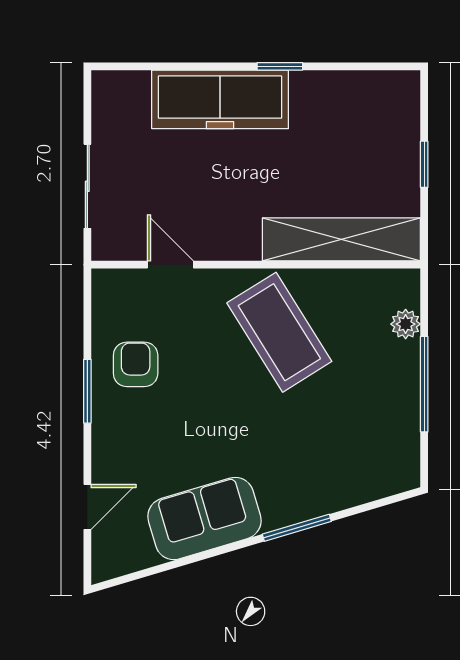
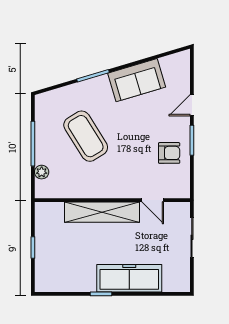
shelving: (341, 239) -> (102, 212), moved
coffee table: (279, 332) -> (86, 136), moved
armchair: (136, 364) -> (169, 153), turned -90
door: (87, 507) -> (192, 105), moved

